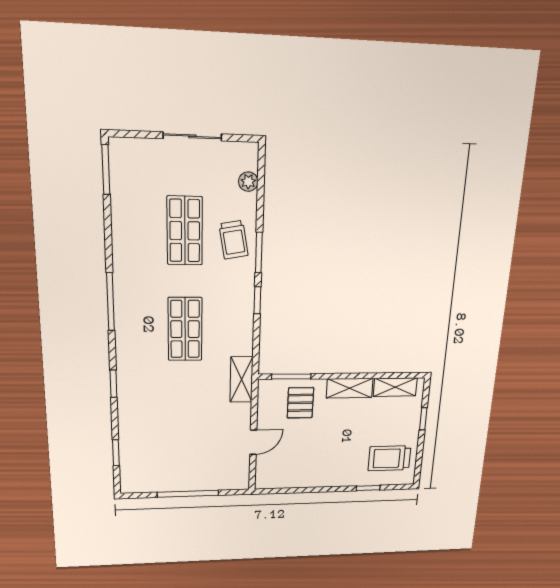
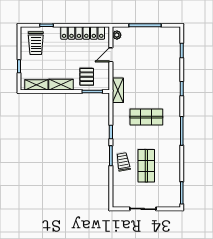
plant: (248, 182) -> (117, 35), moved
shop shelf: (185, 329) -> (146, 117), turned 90
trolley: (389, 458) -> (36, 43), turned 90
locker: (304, 477) -> (83, 33), added

